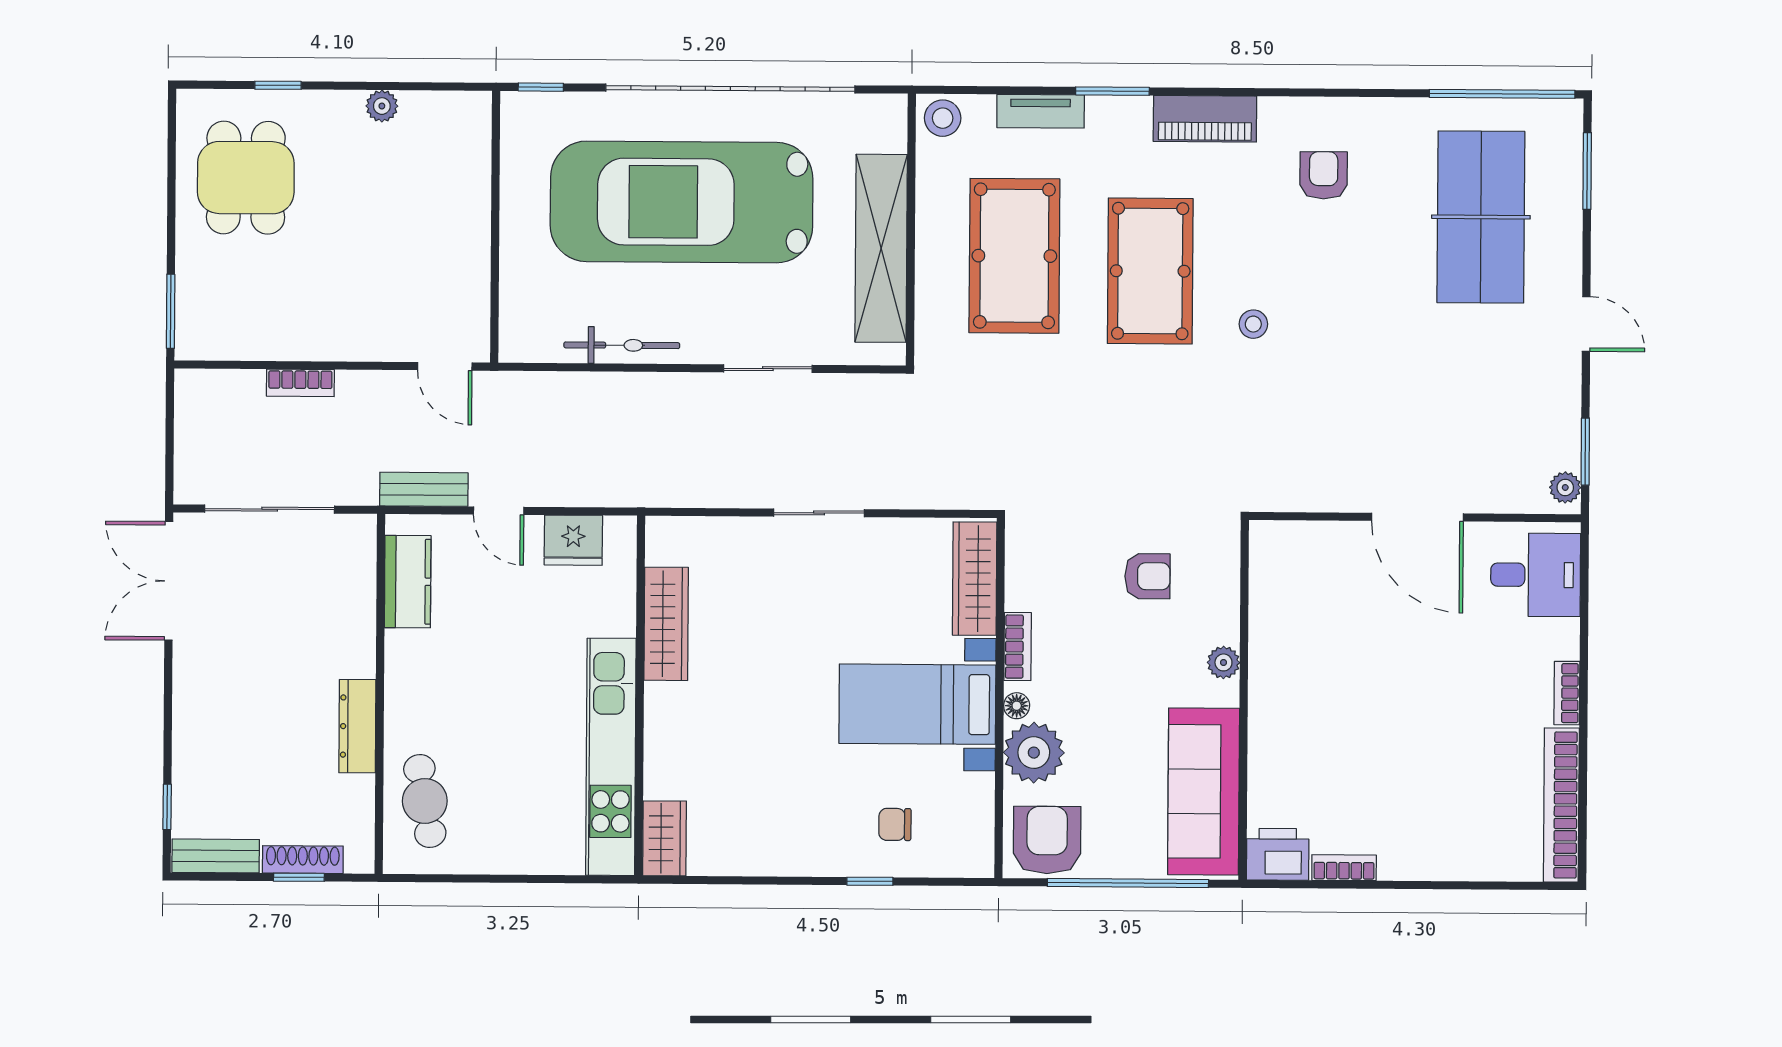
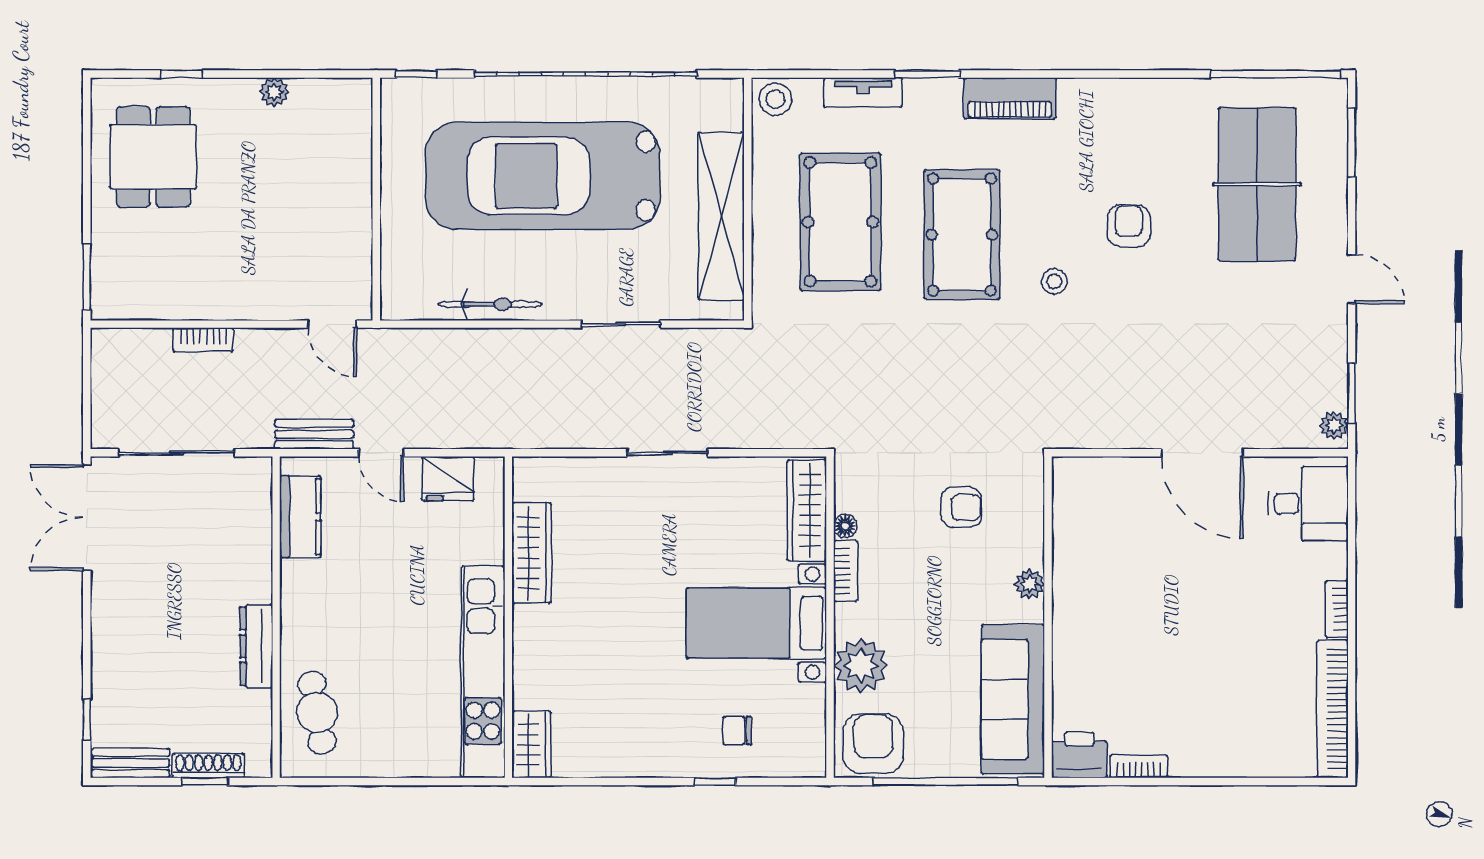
armchair: (1324, 175) -> (1129, 226), moved
floor lamp: (1017, 706) -> (845, 526), moved

